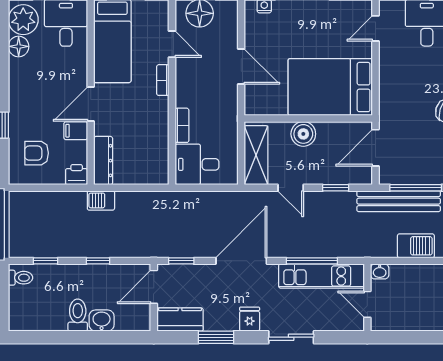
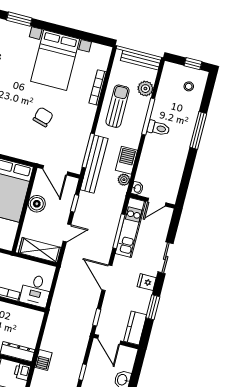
boiler: (303, 134) -> (37, 204), moved
plant: (387, 249) -> (124, 180), added
door: (241, 261) -> (107, 278), width x0.73

